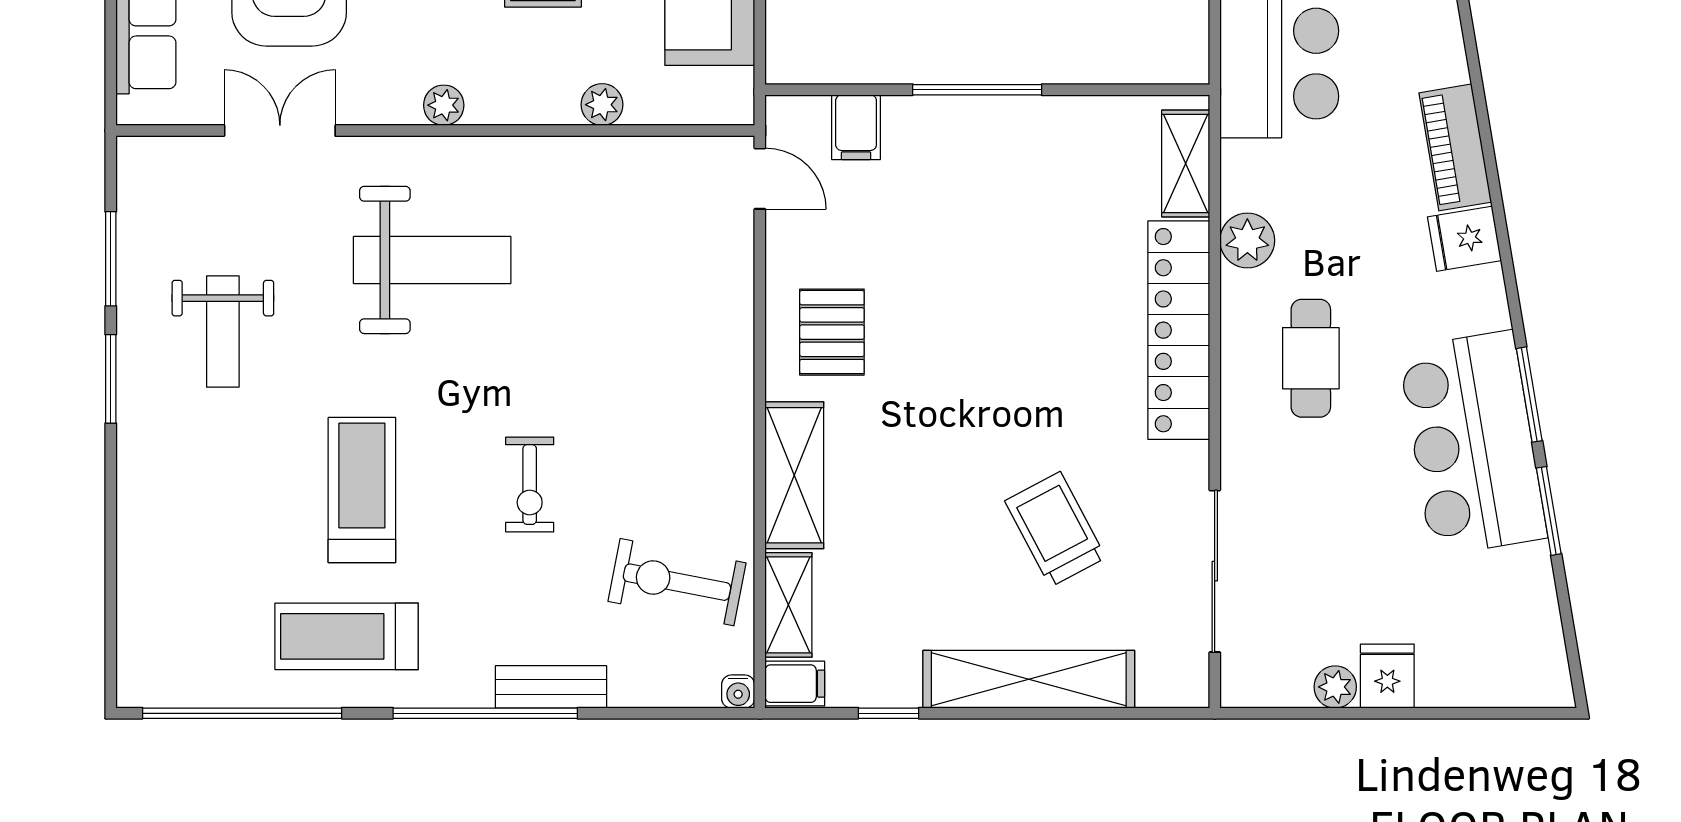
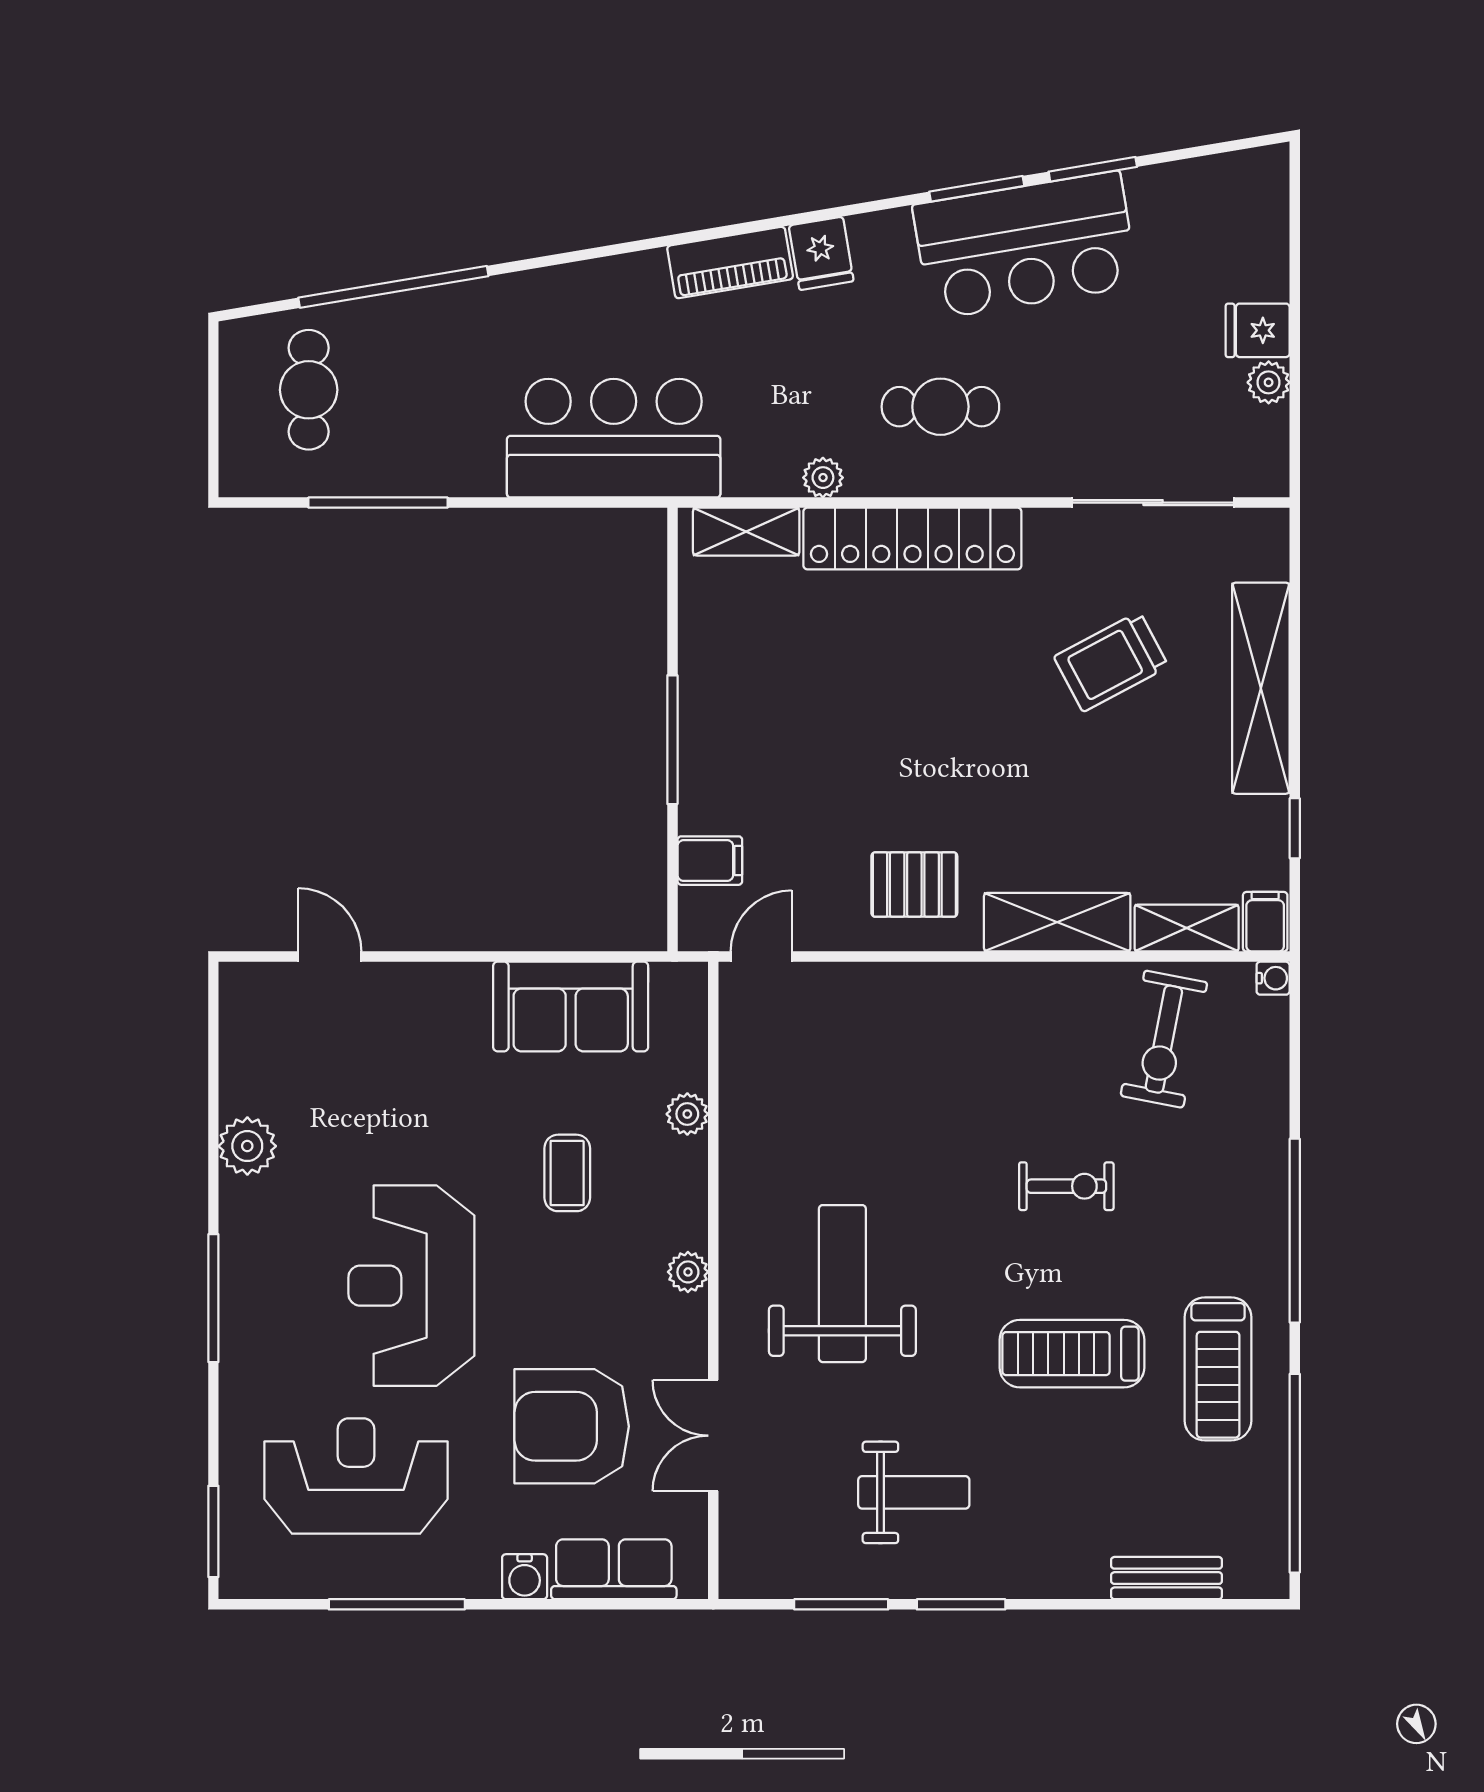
plant: (1247, 241) -> (823, 478), width x0.73, depth x0.73
bench: (551, 687) -> (1167, 1578), moved, turned 90

